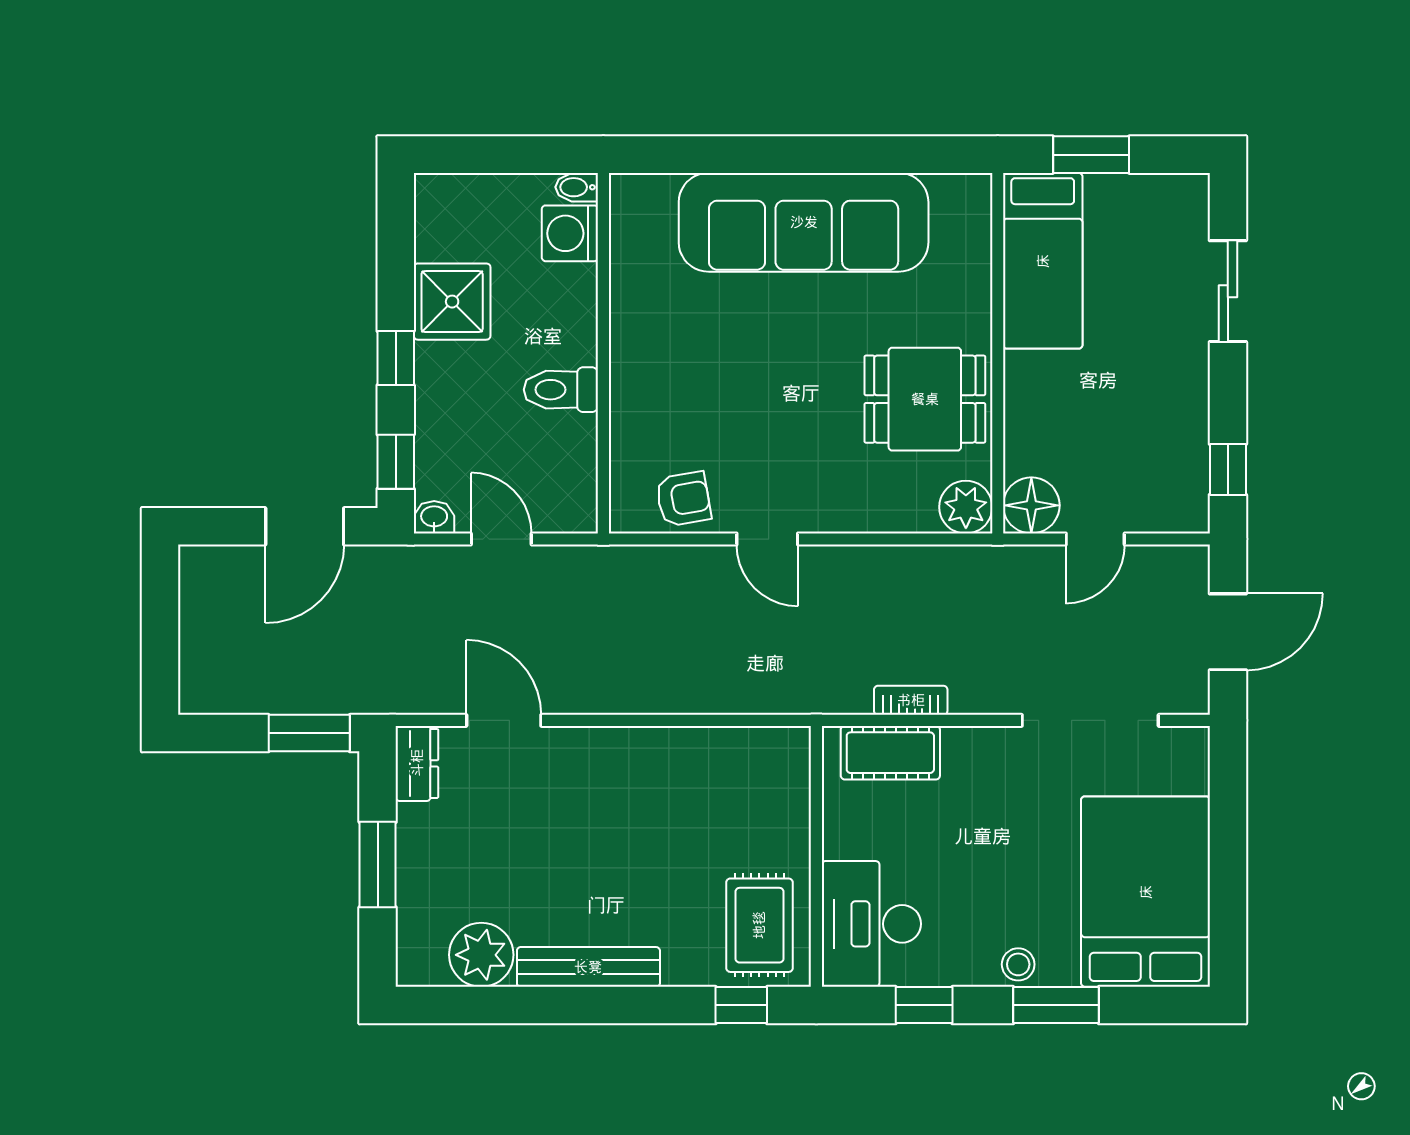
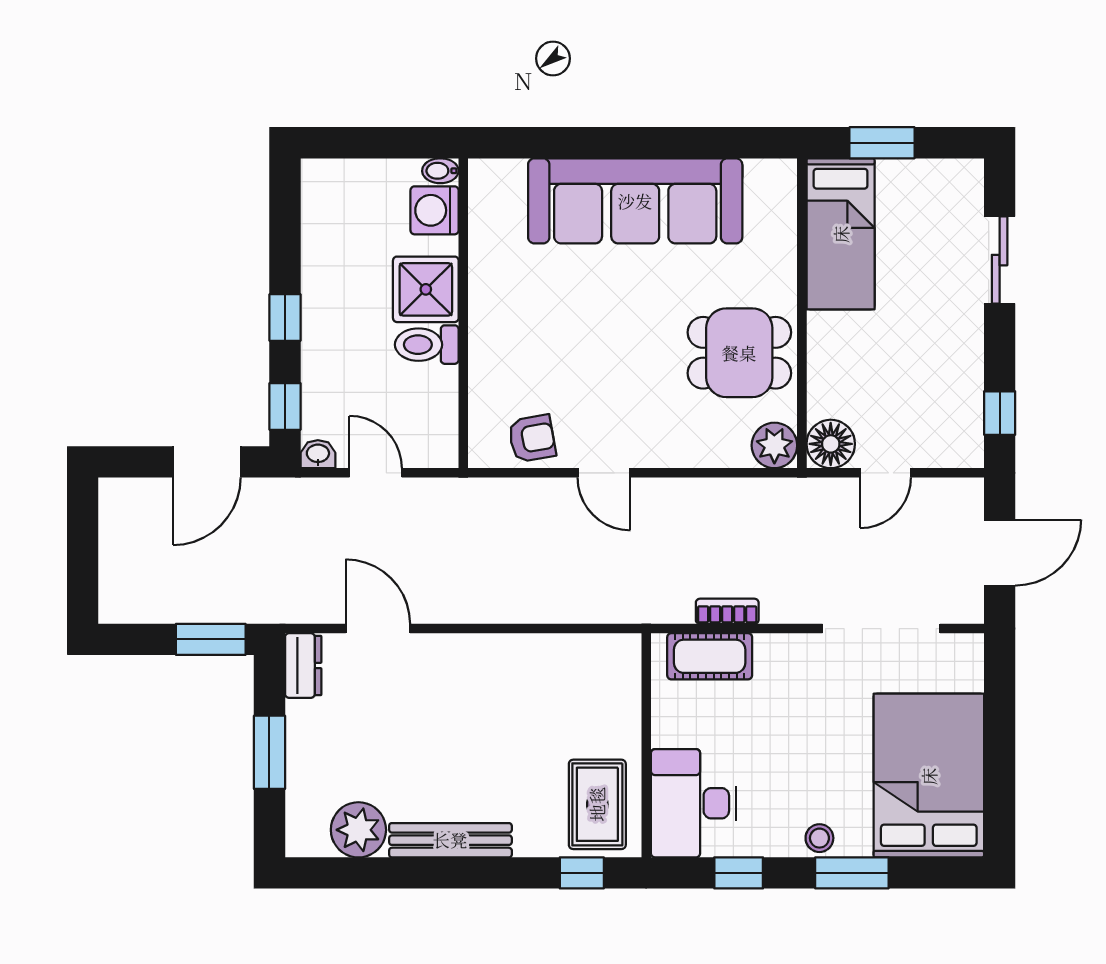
shower: (452, 302) -> (426, 289), moved

